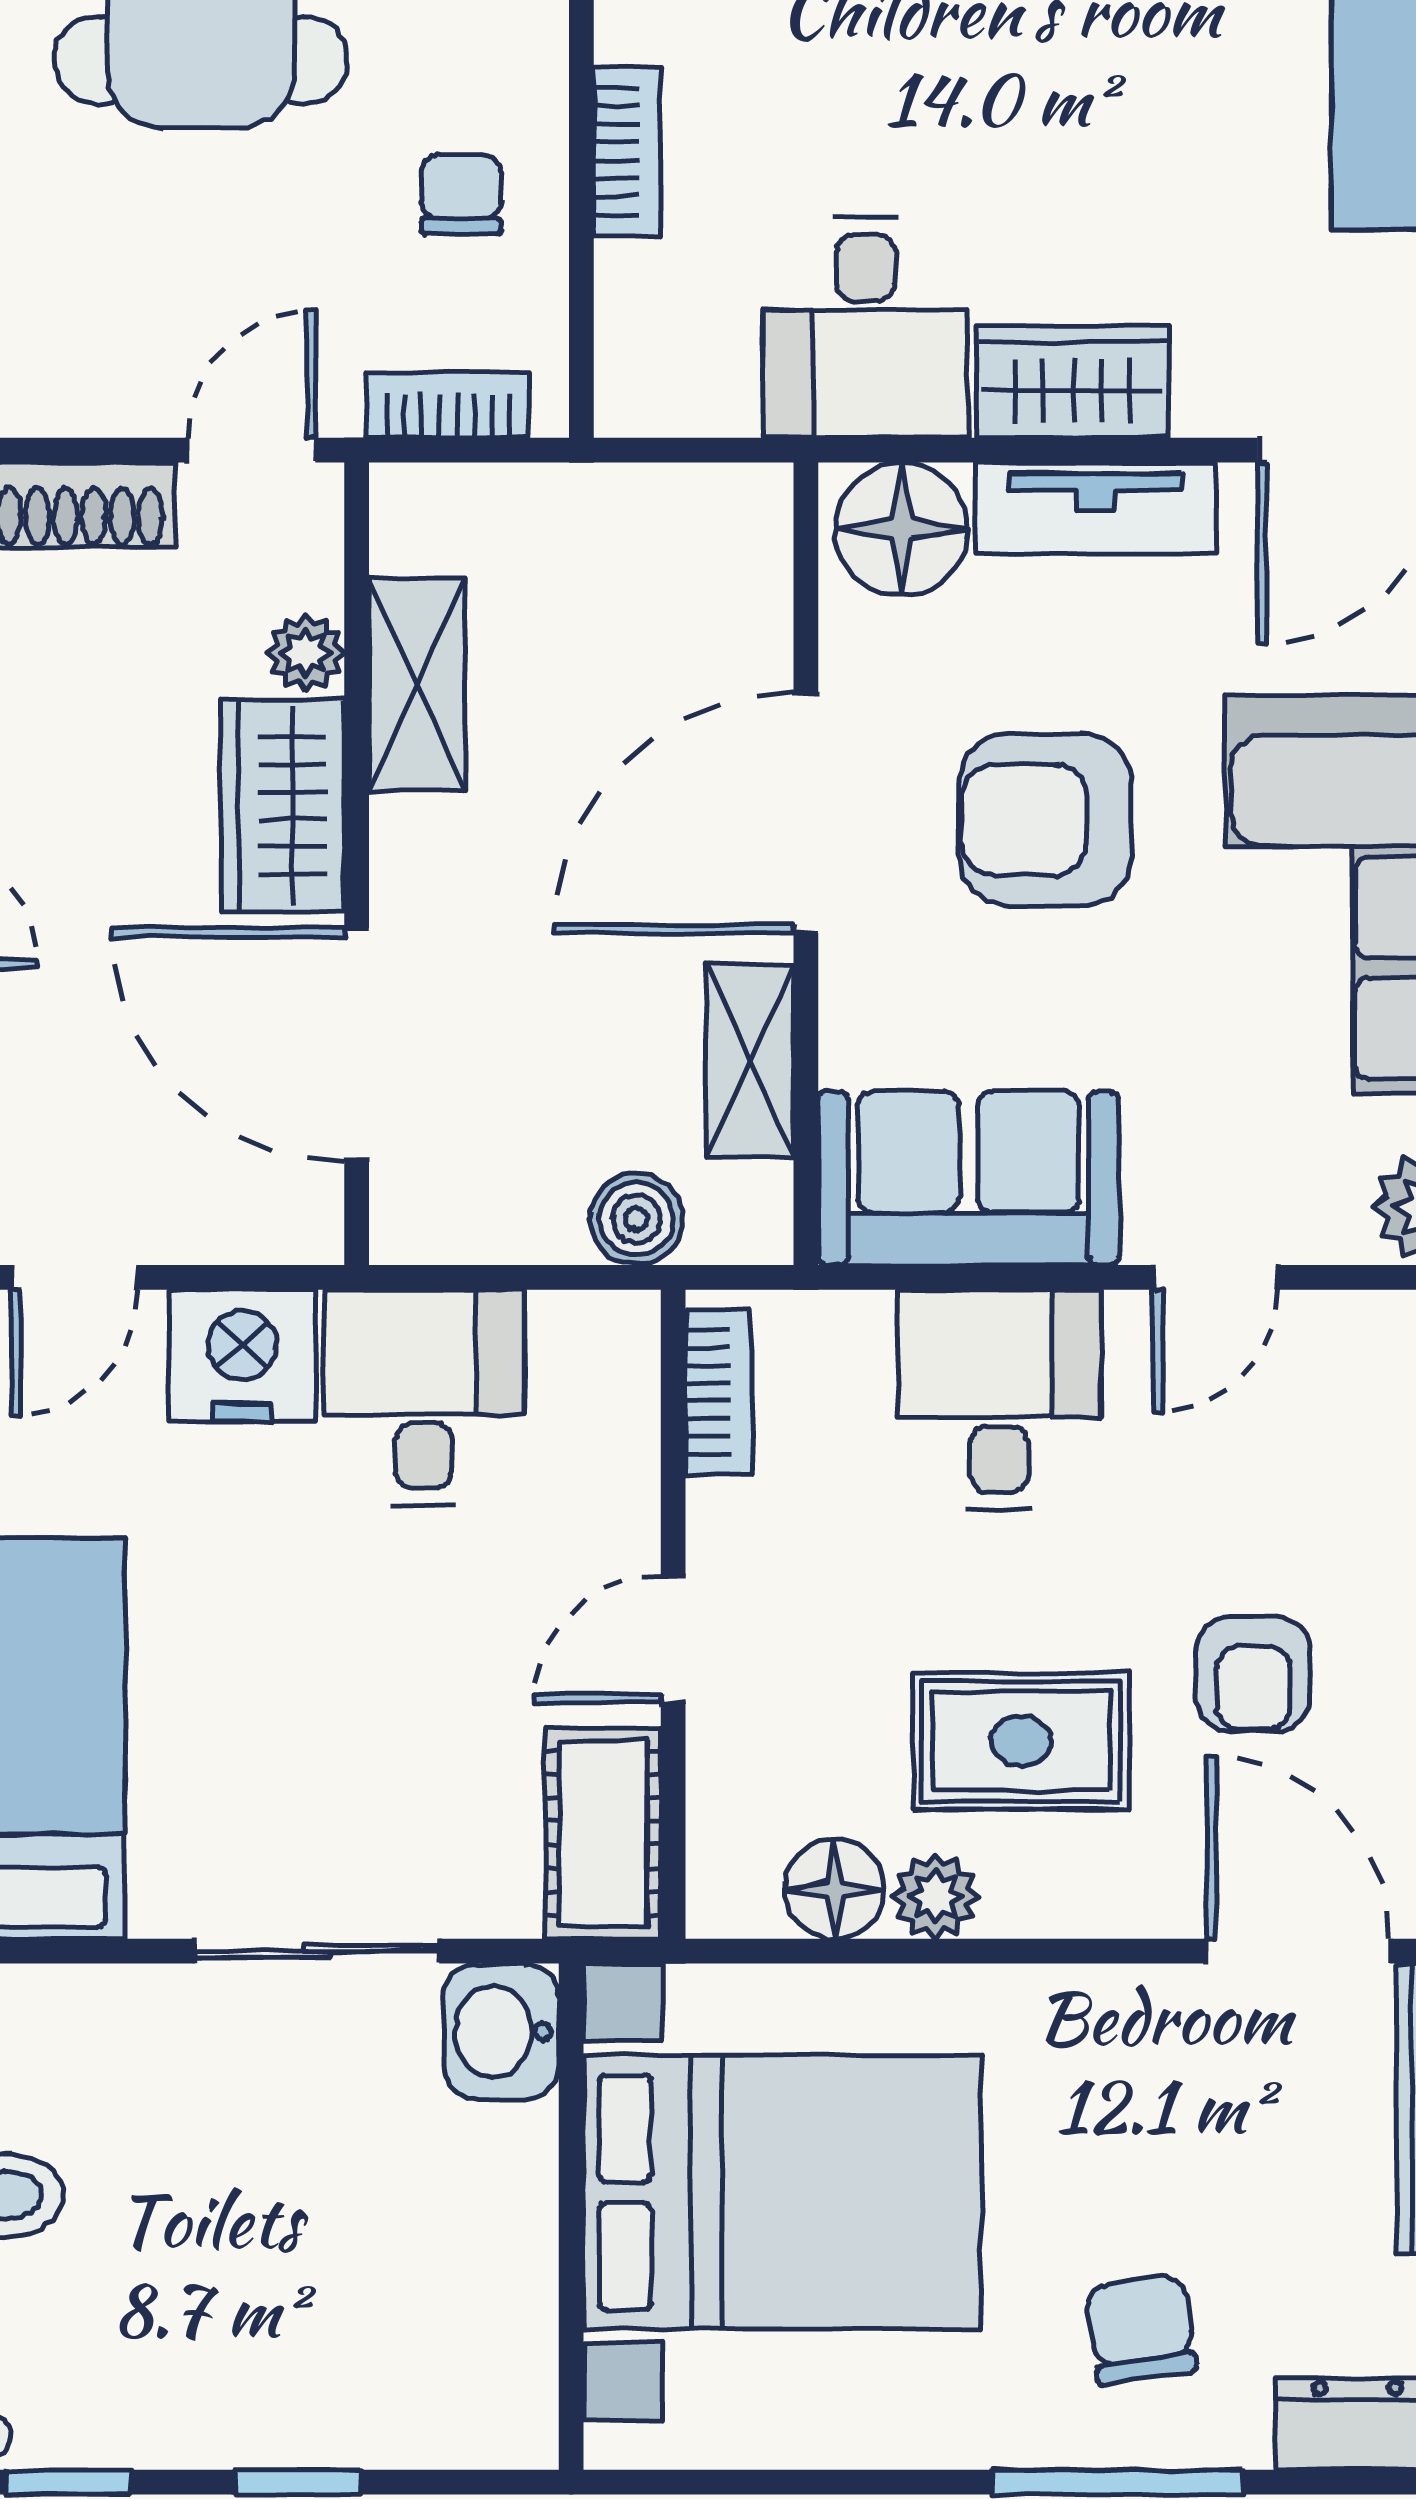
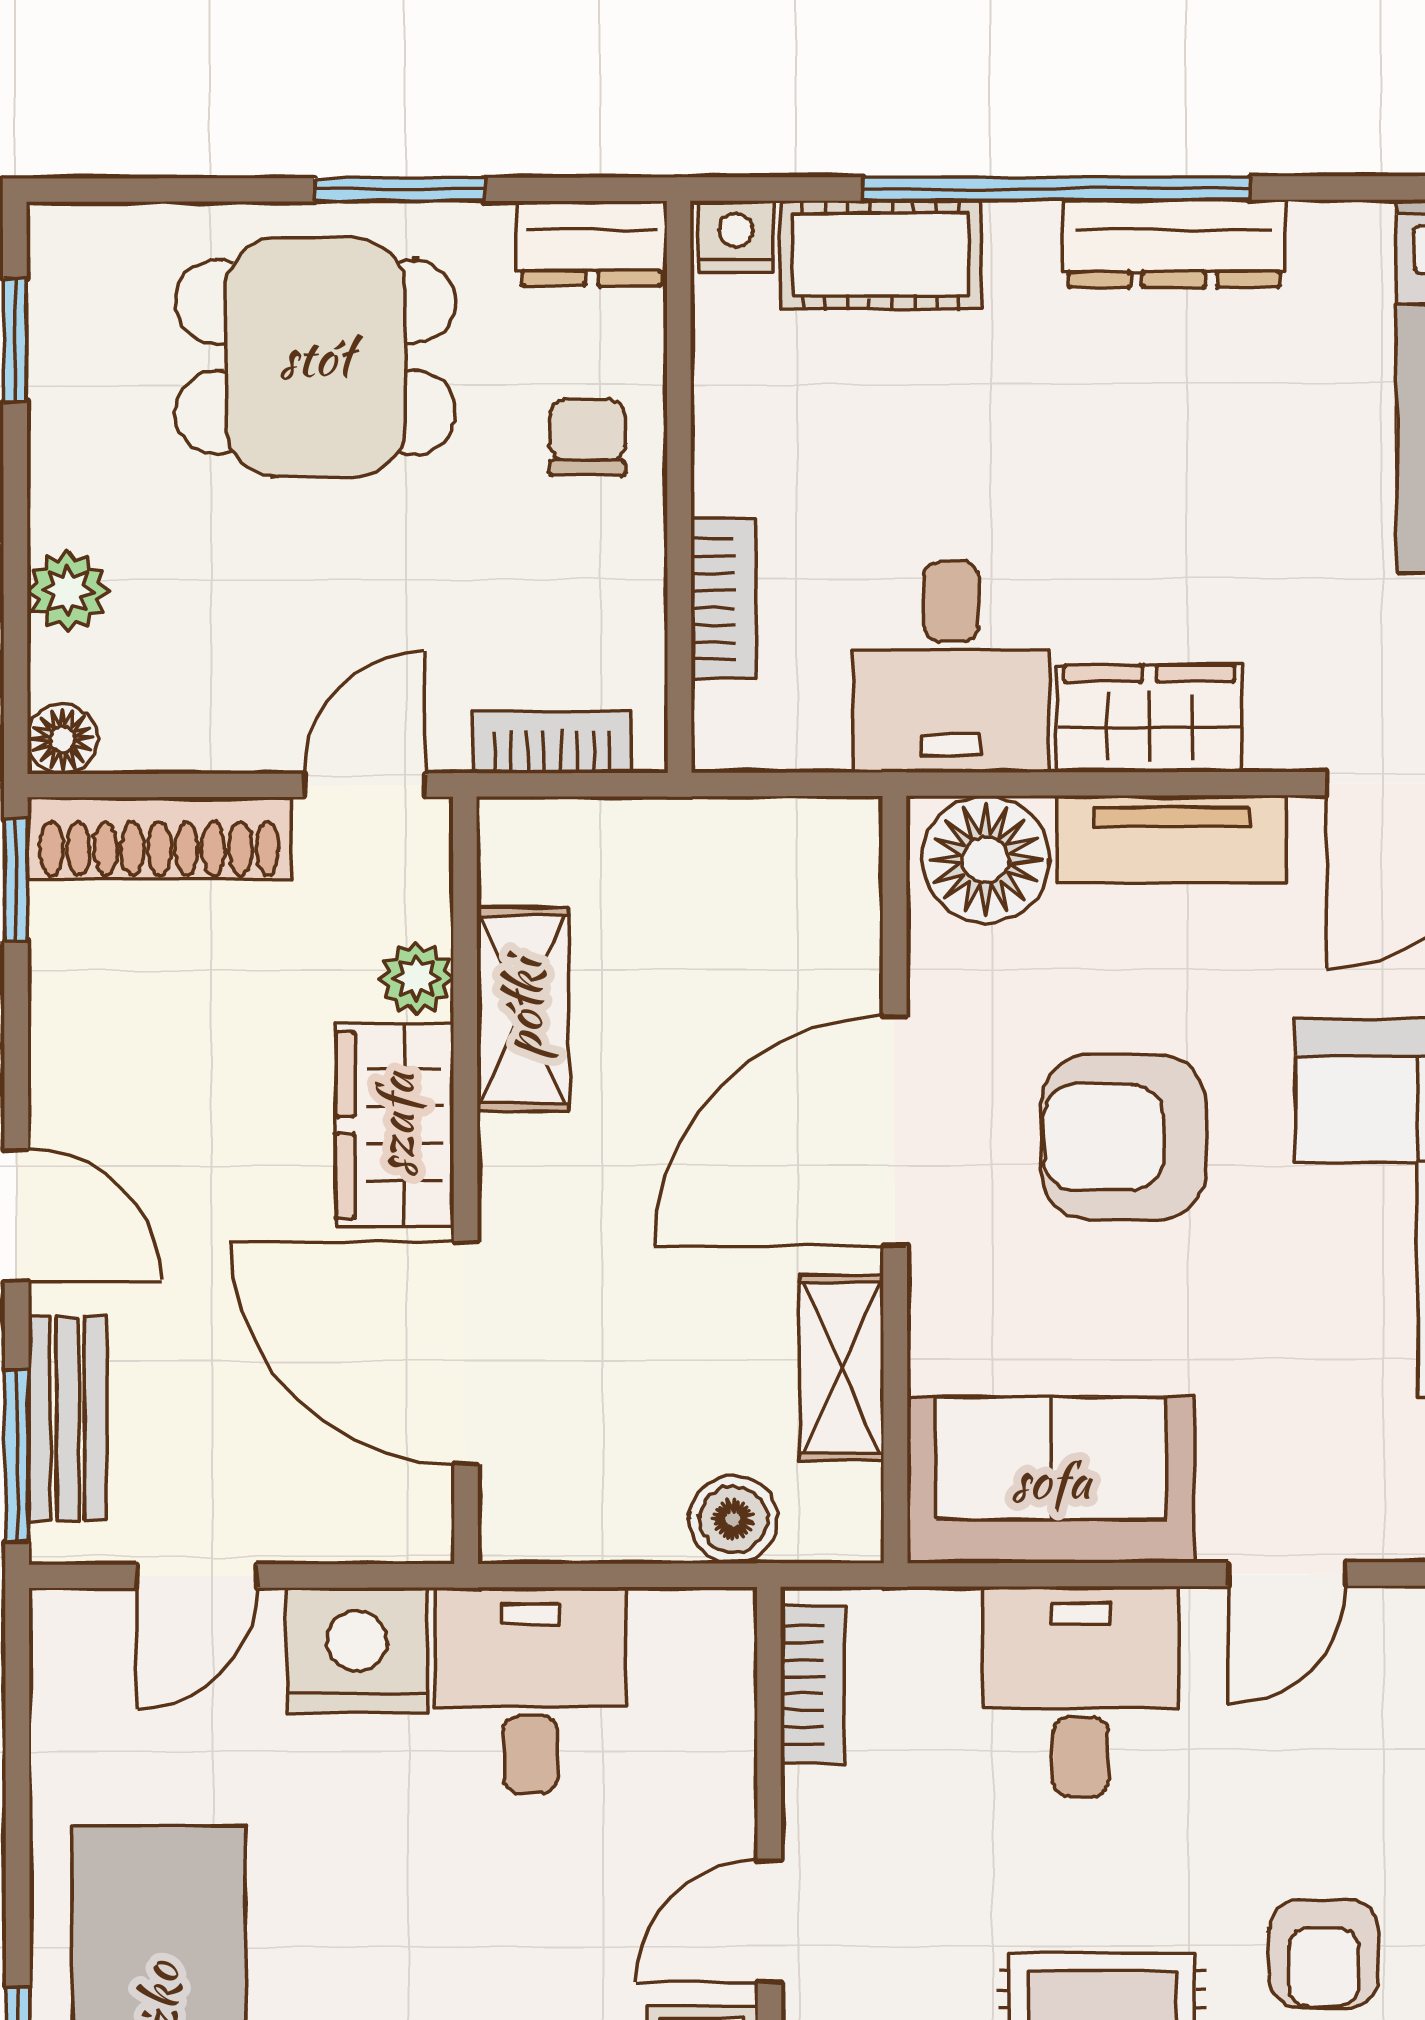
bookcase: (627, 151) -> (723, 599), moved
chair: (461, 194) -> (587, 437), moved

